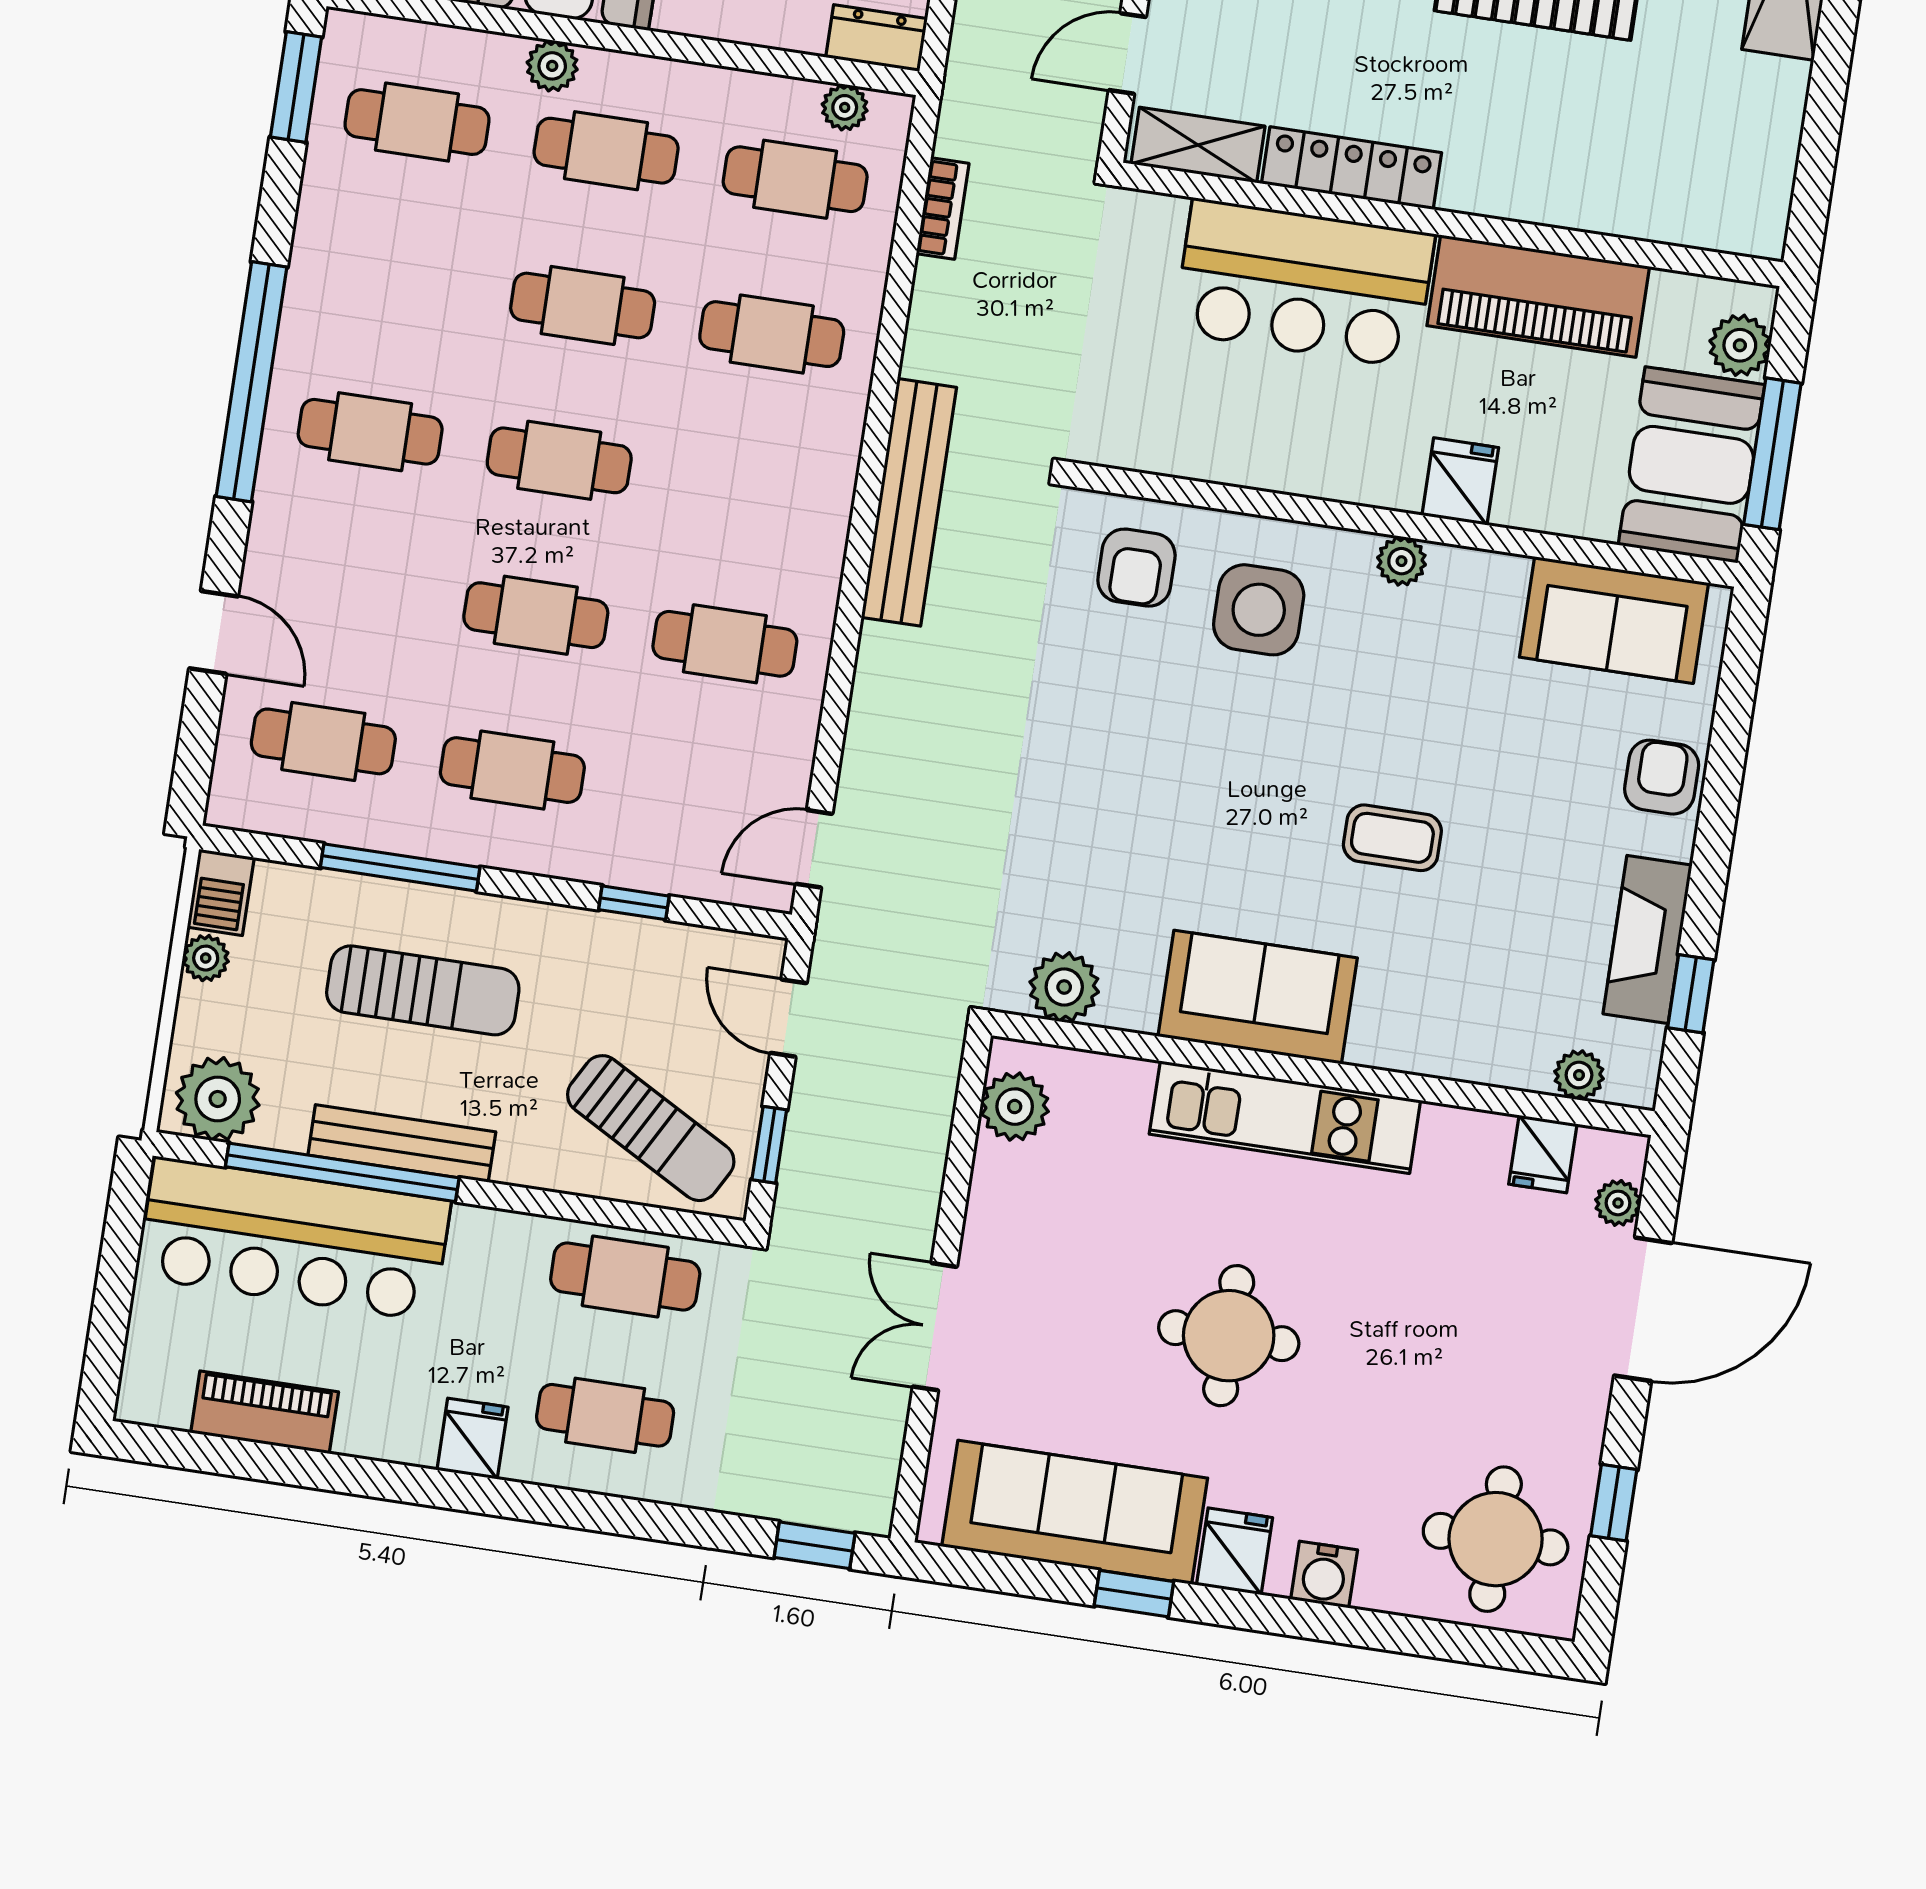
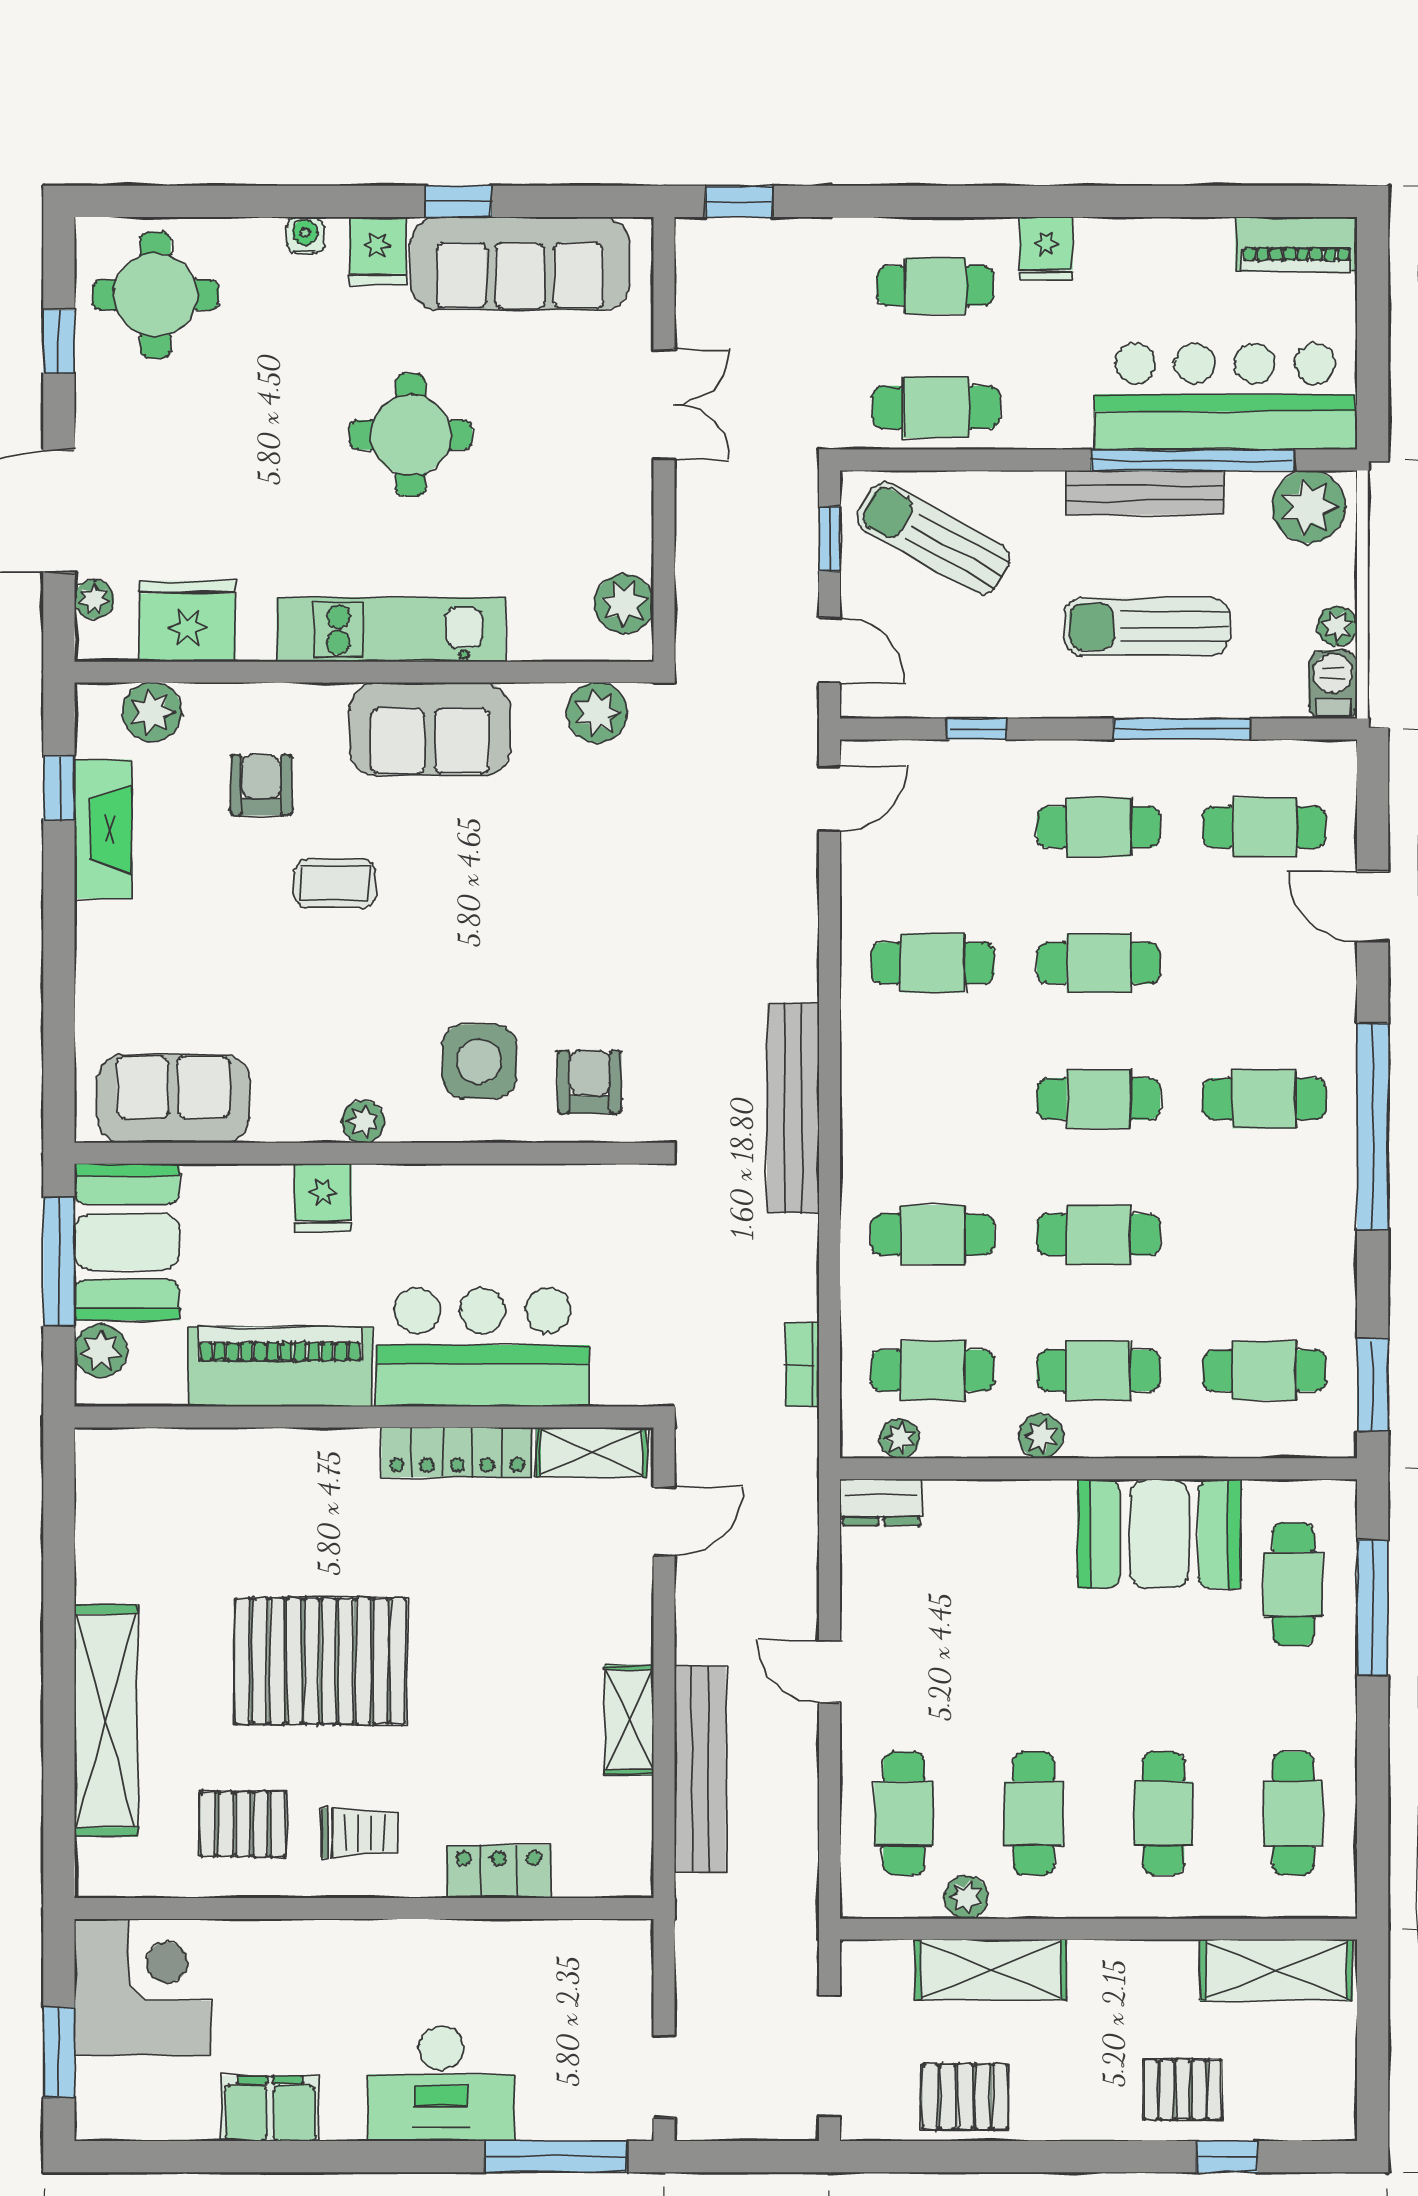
plant: (552, 66) -> (1041, 1436), moved
armchair: (1662, 777) -> (261, 785), moved, turned 180
plant: (1579, 1075) -> (152, 712), width x1.38, depth x1.38
fridge: (1543, 1154) -> (187, 621), width x1.88, depth x1.34
piano: (265, 1412) -> (1296, 244), moved
water cooler: (1324, 1575) -> (305, 235), width x0.72, depth x0.72

